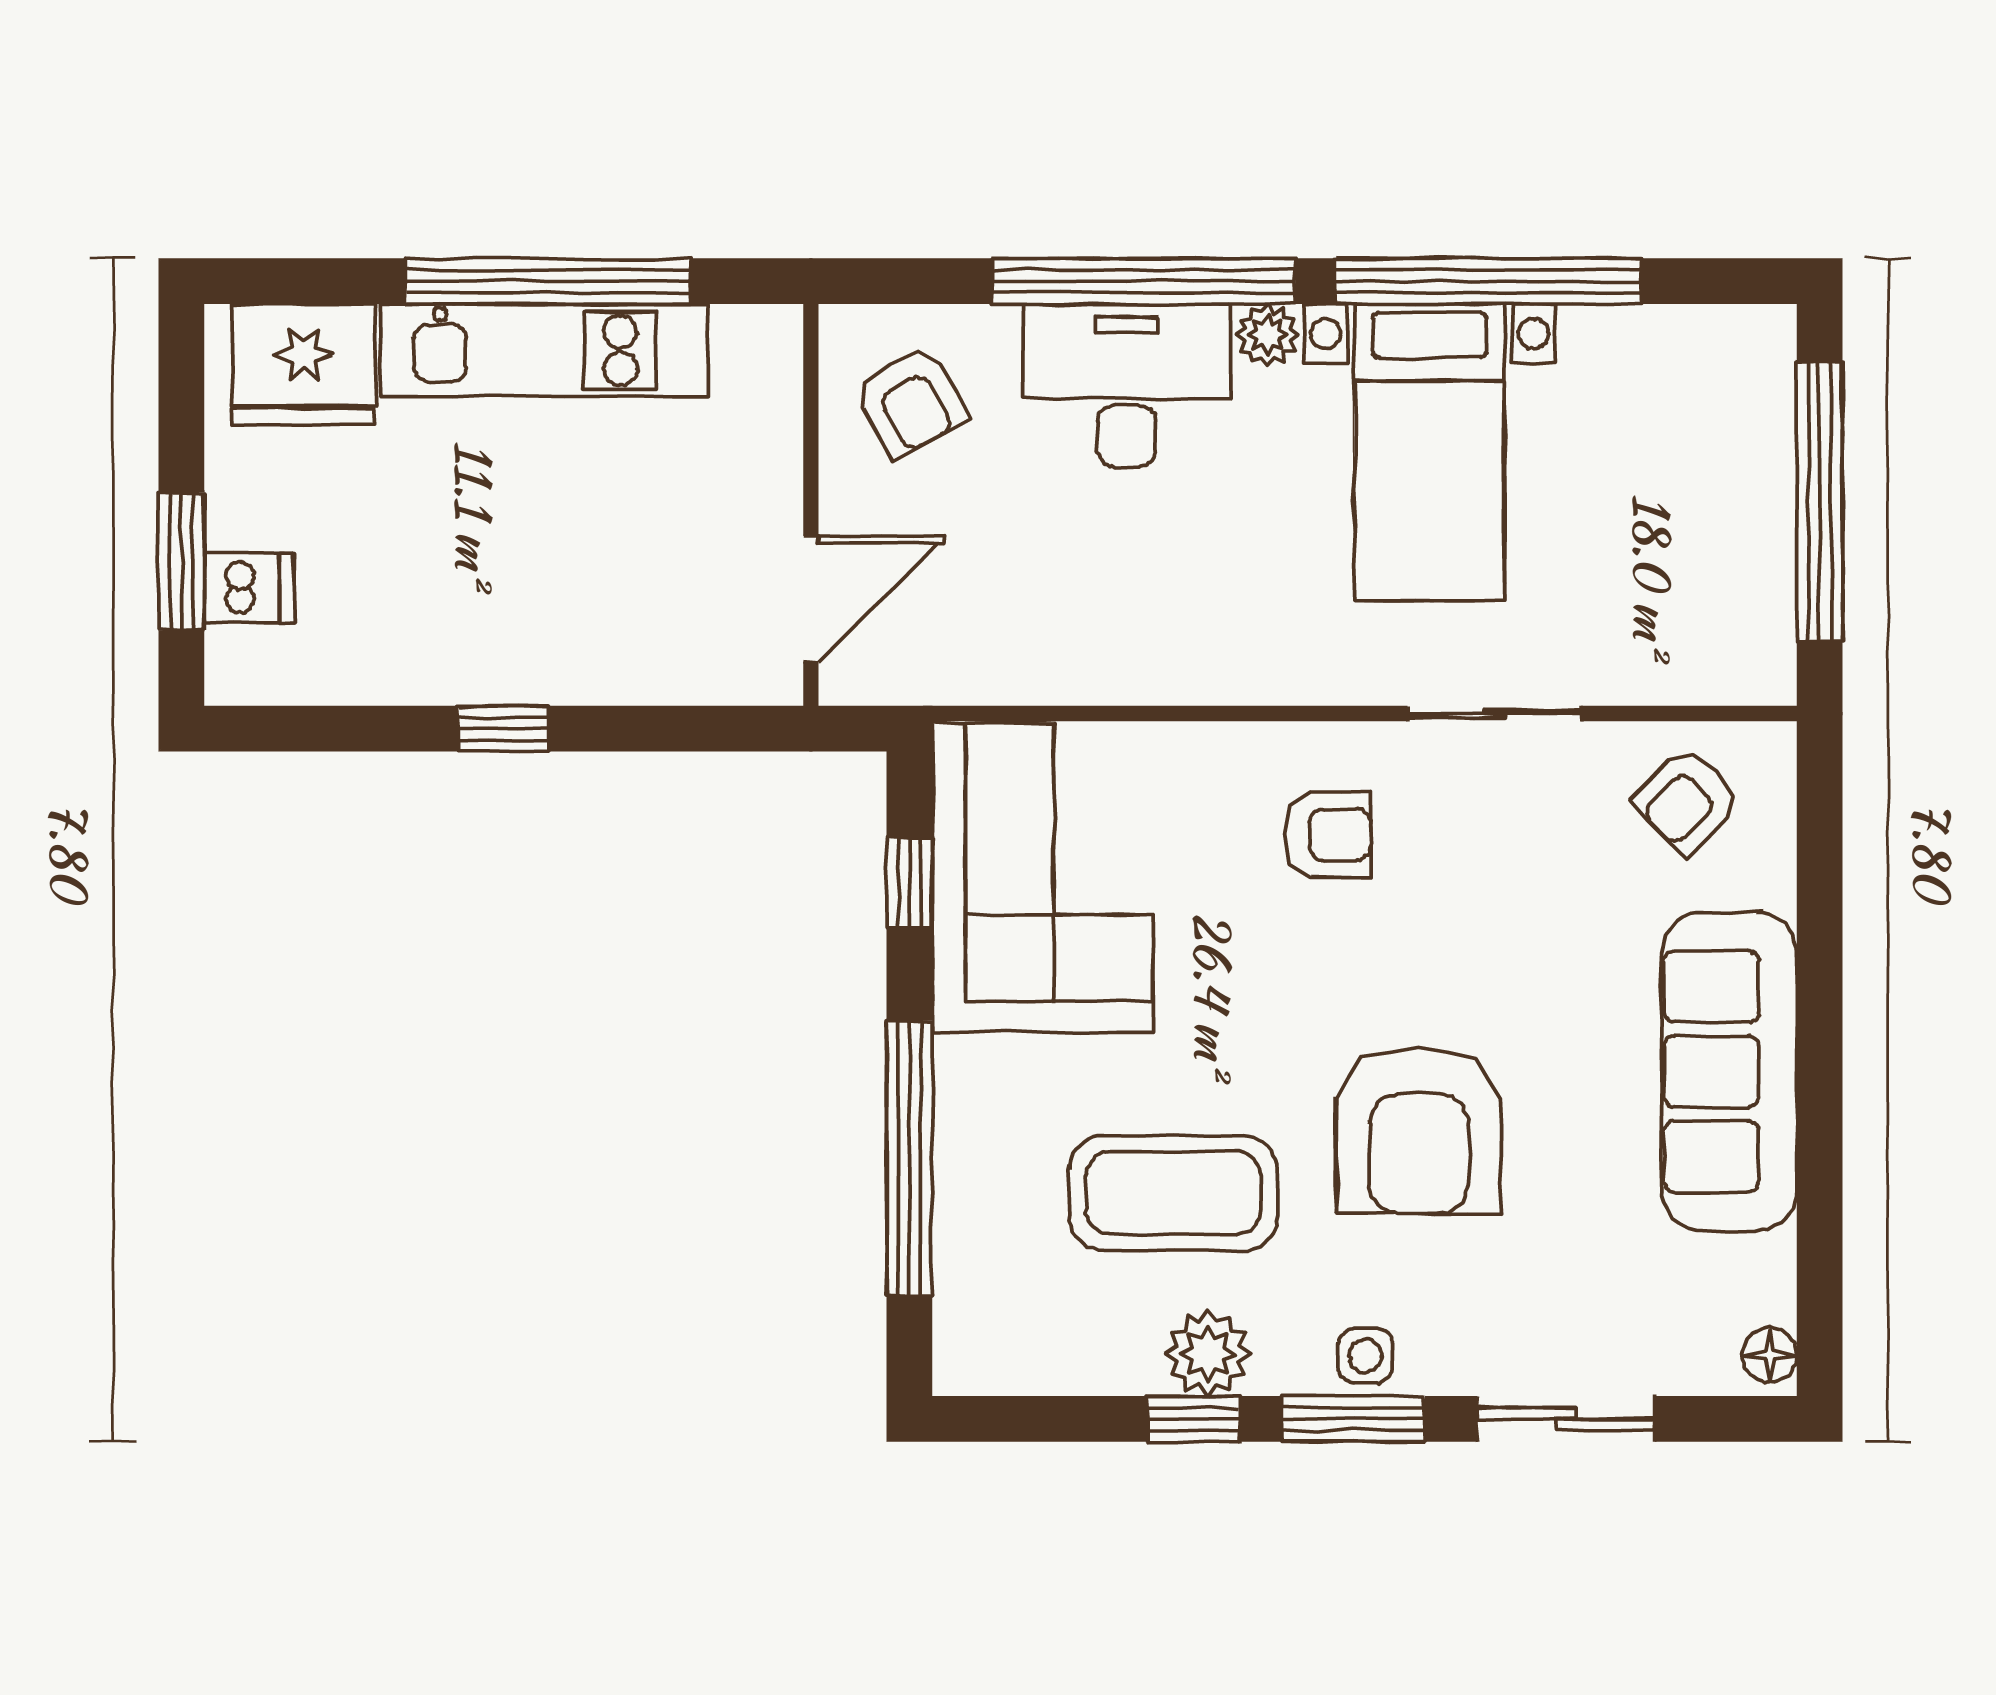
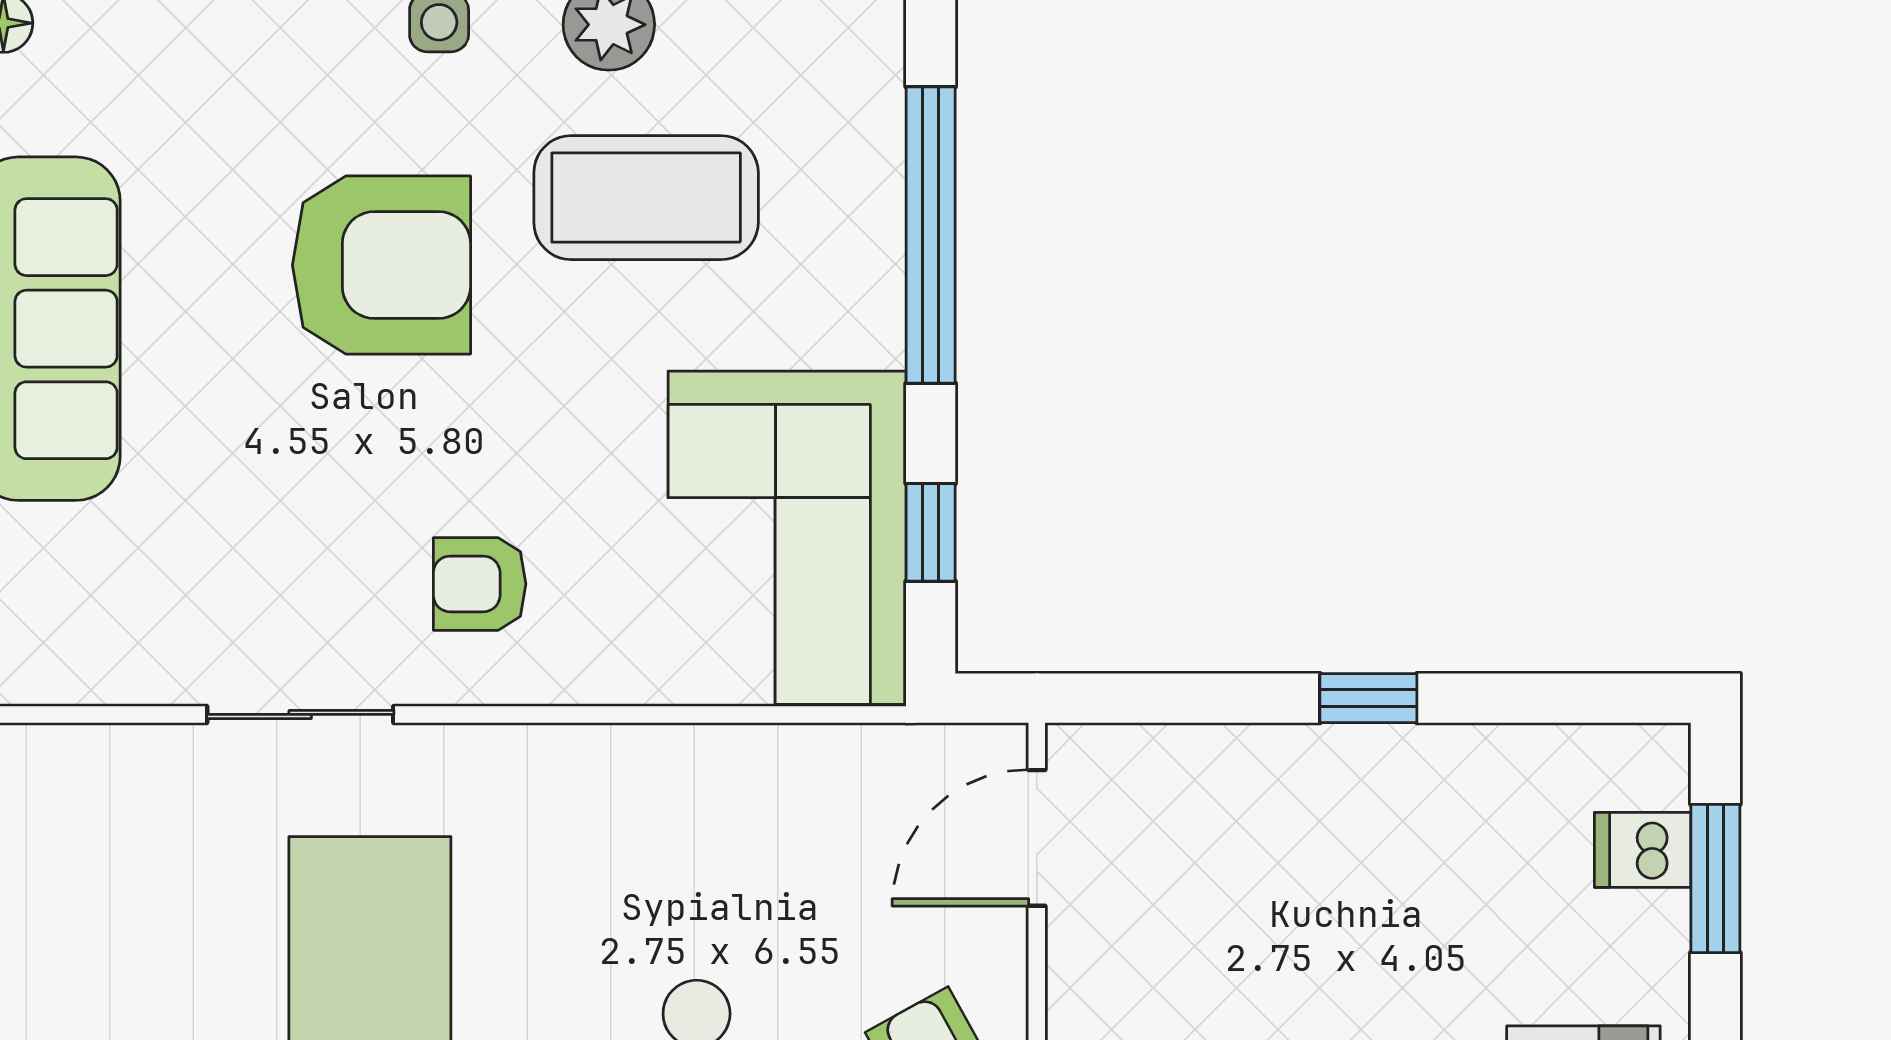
armchair: (1687, 801) -> (92, 621), removed
armchair: (1419, 1131) -> (381, 265), turned 90

